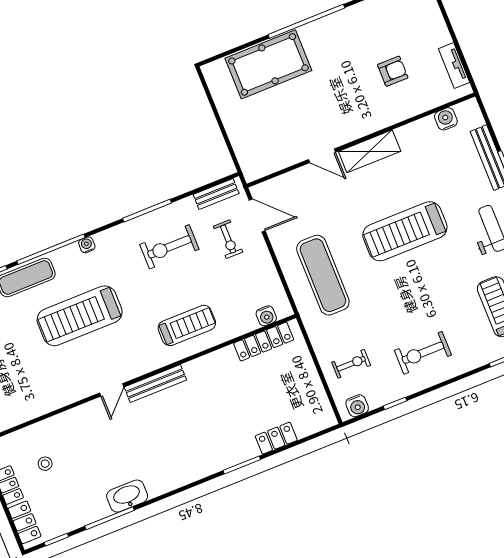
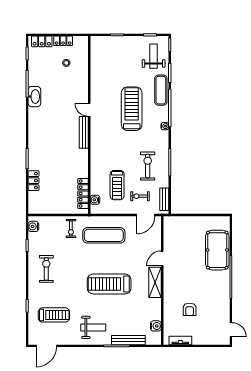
treadmill: (405, 231) -> (109, 284), turned -90
treadmill: (187, 325) -> (117, 185), moved
exercise bike: (351, 364) -> (71, 229), moved

